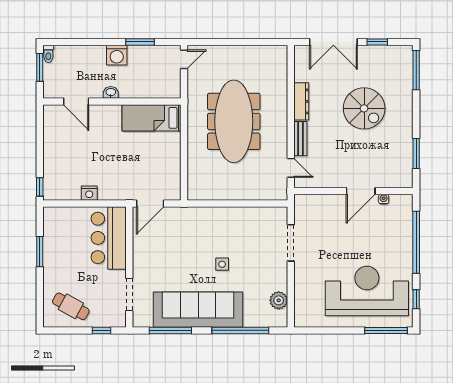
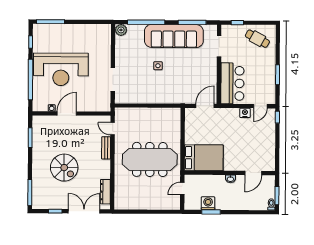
washing machine: (117, 55) -> (208, 203), moved
door: (184, 59) -> (182, 189), moved
dresser: (301, 101) -> (105, 192), moved
door: (76, 102) -> (253, 173), swing flipped
spiral stairs: (364, 108) -> (64, 168), turned 180
bed: (152, 118) -> (204, 158), width x1.50
meeting table: (234, 121) -> (150, 159), turned 90
door: (66, 203) -> (260, 106), added
reception desk: (367, 291) -> (61, 69), moved
plant: (279, 300) -> (121, 30), moved

